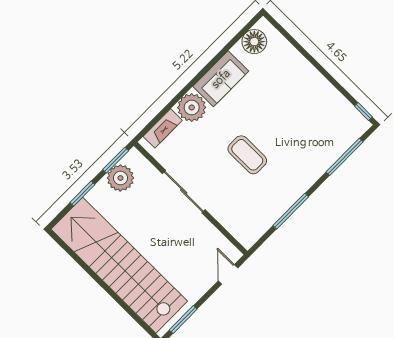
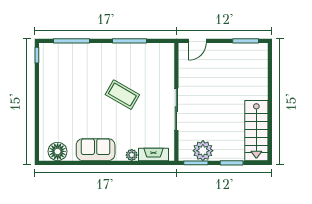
plant: (192, 108) -> (132, 155), width x0.53, depth x0.53
coffee table: (247, 155) -> (122, 95), turned -60
stairs: (119, 265) -> (256, 131), width x0.54, depth x0.66

